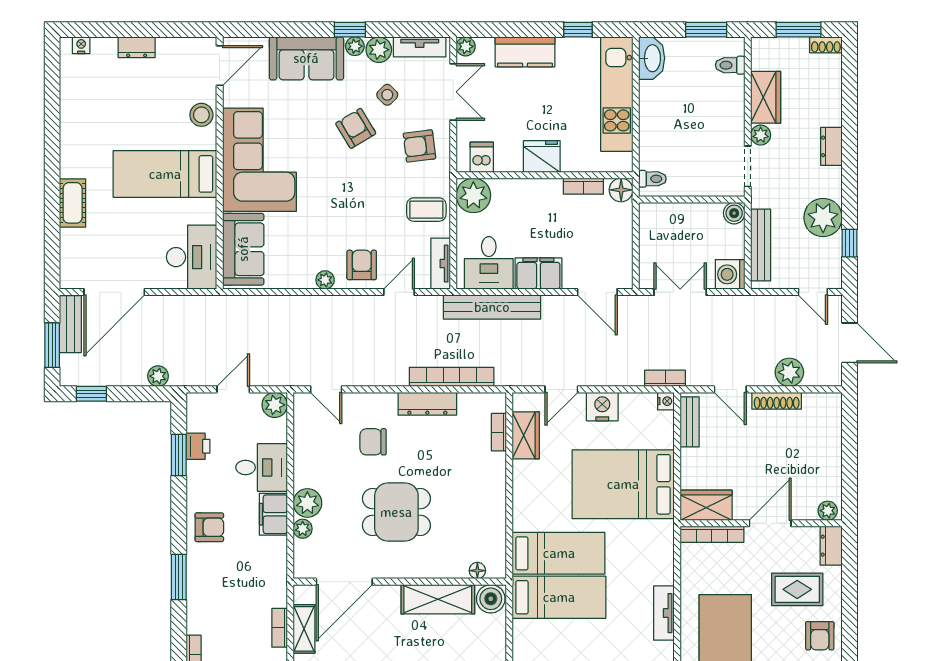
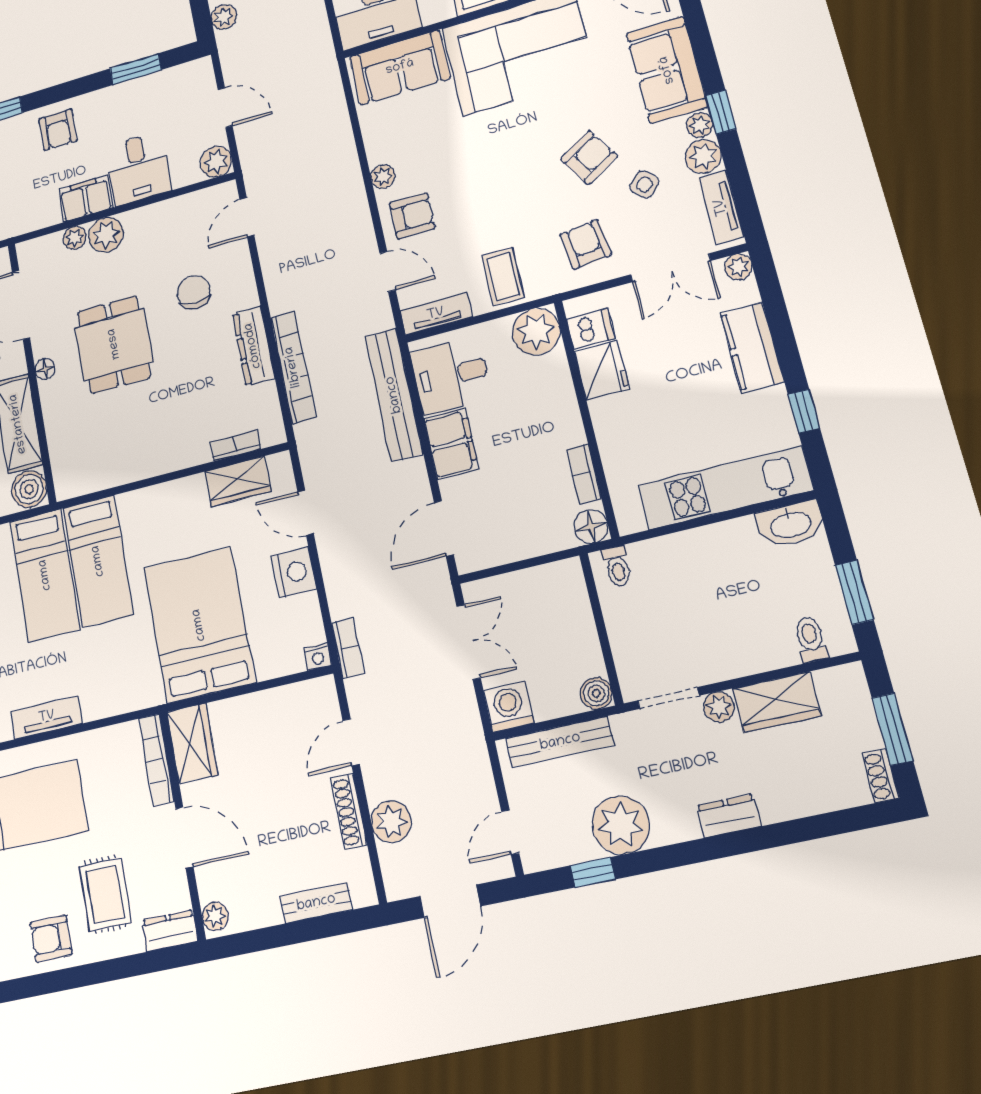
fridge: (542, 156) -> (602, 370), moved
bench: (690, 422) -> (316, 903), moved
printer: (198, 446) -> (150, 88), removed
floor lamp: (477, 571) -> (45, 369), moved

